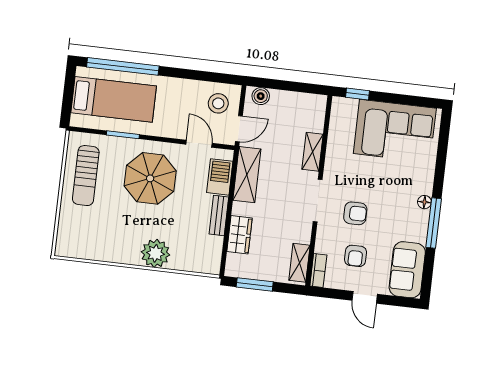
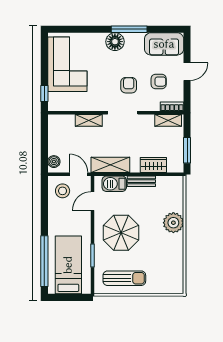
floor lamp: (424, 202) -> (115, 42), width x1.89, depth x1.89

